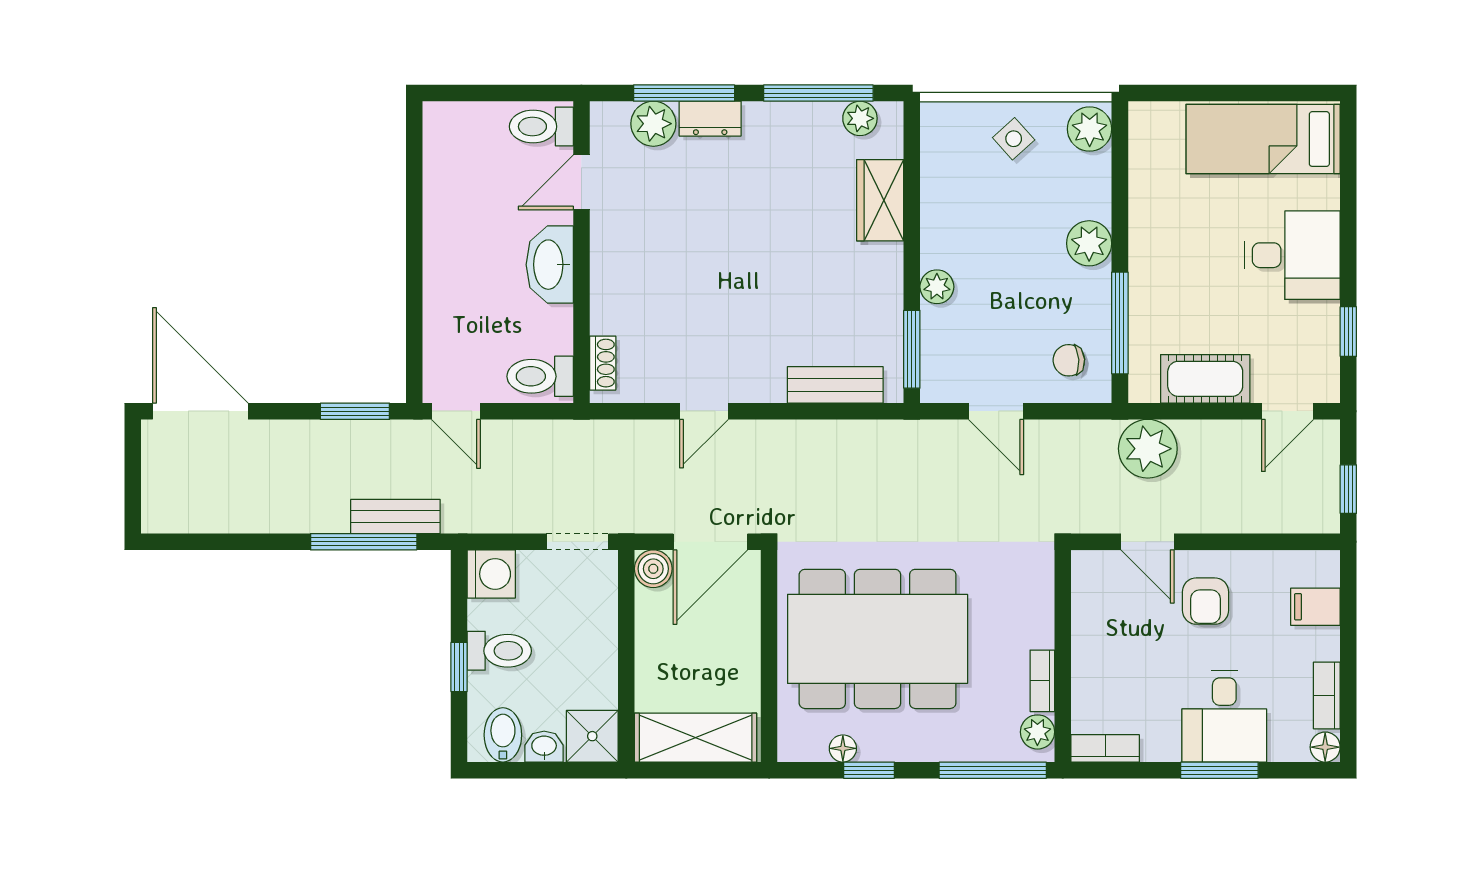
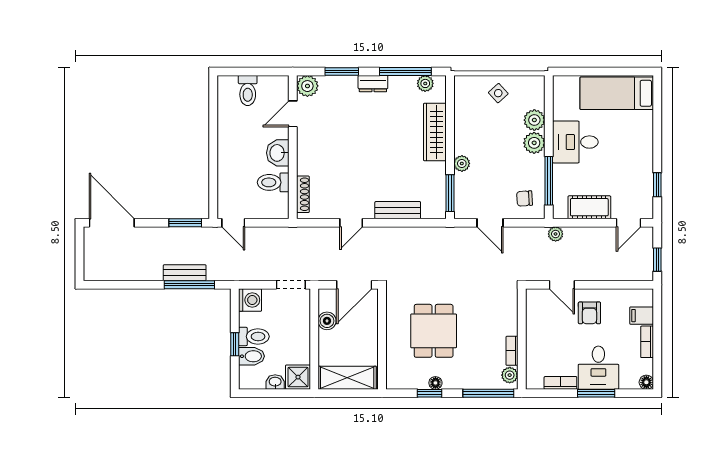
window: (684, 93) -> (342, 71), width x0.69
dresser: (710, 119) -> (373, 84), moved
plant: (653, 124) -> (307, 86), moved
toilet: (541, 127) -> (248, 90), moved, turned -90
plant: (1090, 129) -> (534, 120), moved
wardrobe: (880, 200) -> (435, 132), width x1.50
desk: (1292, 255) -> (575, 142), moved, turned 180
washbasin: (550, 265) -> (278, 153), width x0.72
shoe rack: (603, 363) -> (303, 194), width x1.43
toilet: (540, 376) -> (273, 182), moved
bench: (835, 385) -> (398, 210), moved
plant: (1148, 449) -> (556, 234), width x0.53, depth x0.53
bench: (395, 517) -> (185, 273), moved
boiler: (653, 569) -> (327, 321), moved
dining table: (878, 639) -> (434, 331), width x0.53, depth x0.80
bookcase: (1327, 695) -> (647, 342), moved
bidet: (503, 735) -> (251, 356), moved, turned 90
floor lamp: (843, 748) -> (435, 383), moved
bookcase: (1105, 748) -> (560, 383), moved

